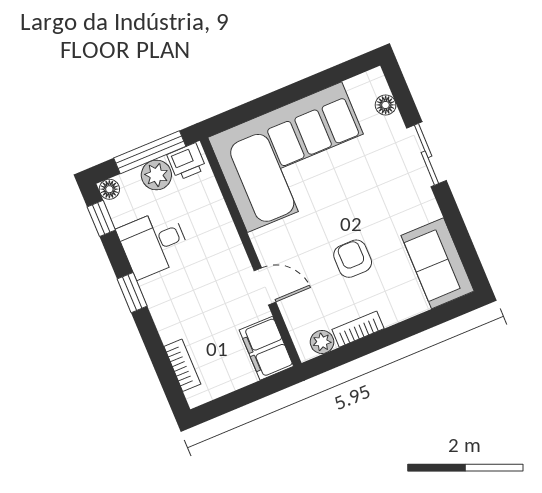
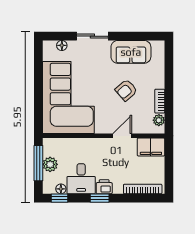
printer: (187, 162) -> (104, 187), moved, turned -90
floor lamp: (109, 189) -> (61, 189), moved
armchair: (353, 259) -> (126, 90), turned -41
sofa: (438, 263) -> (131, 52), moved
bookcase: (182, 365) -> (143, 189), width x1.56

